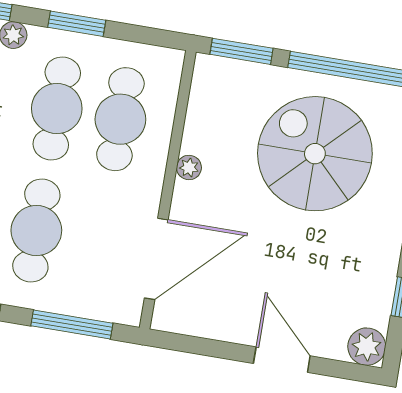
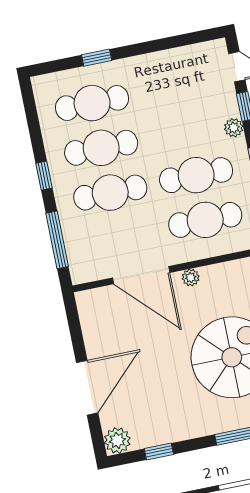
door: (156, 259) -> (141, 275), moved
door: (282, 360) -> (87, 388), width x1.36

